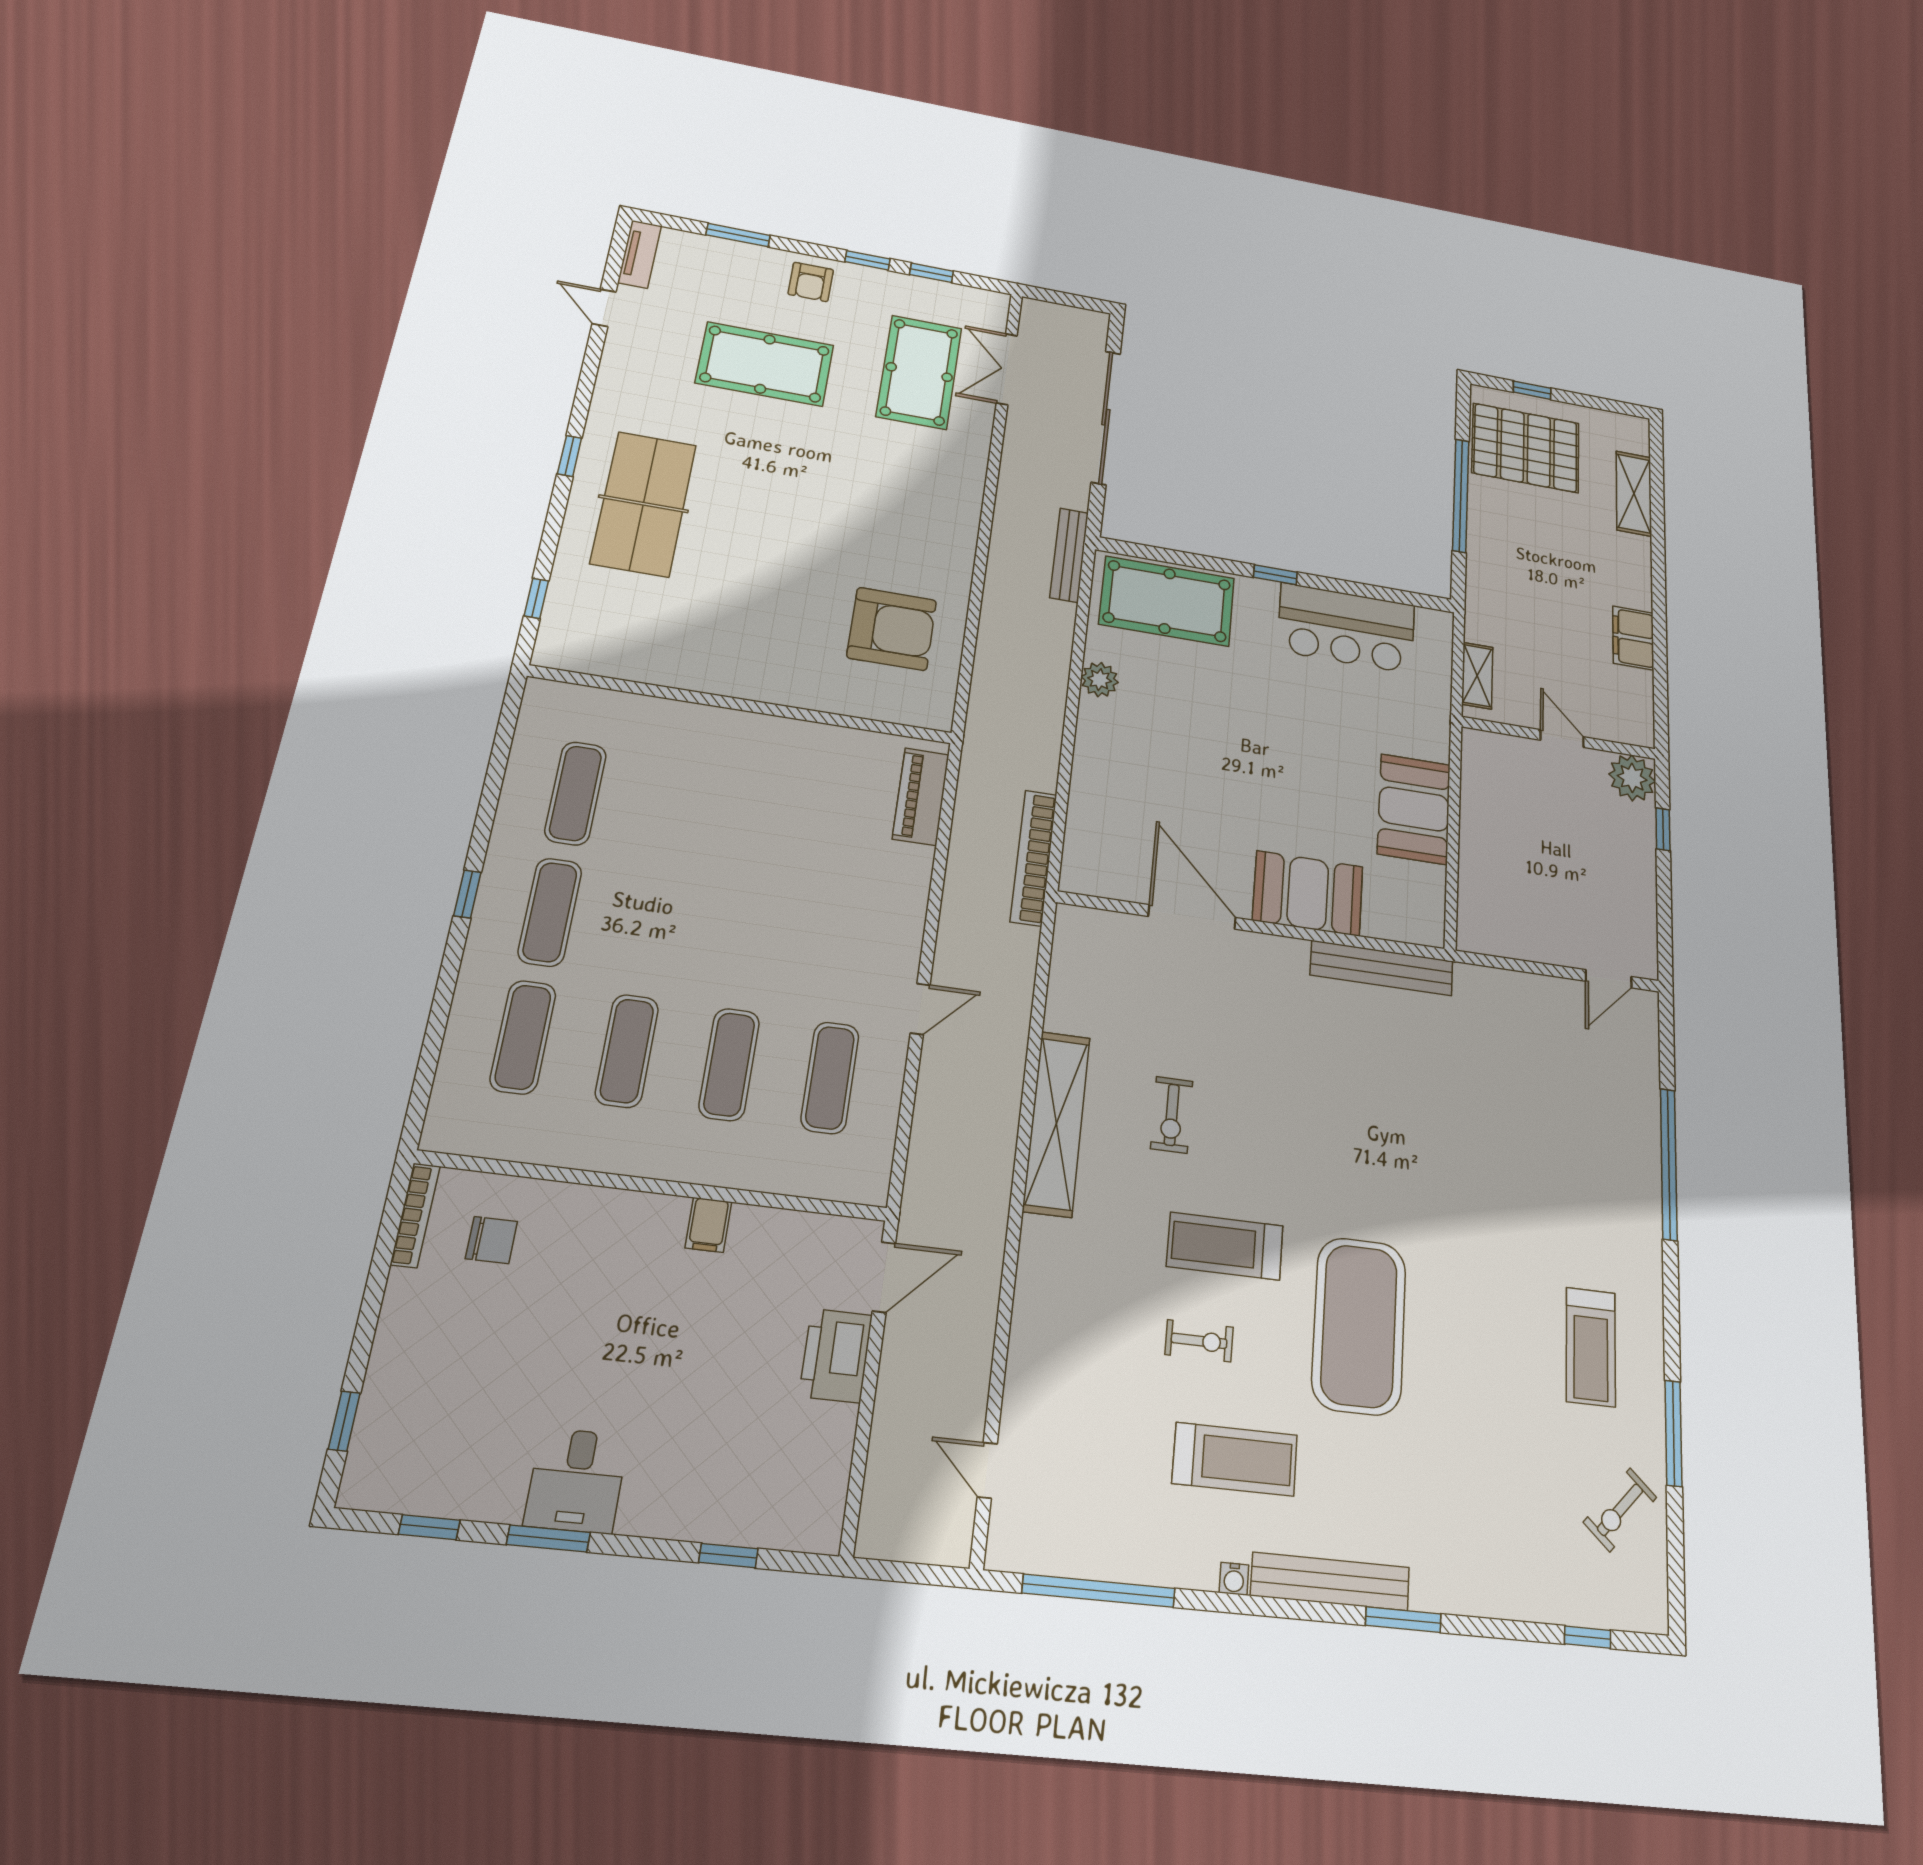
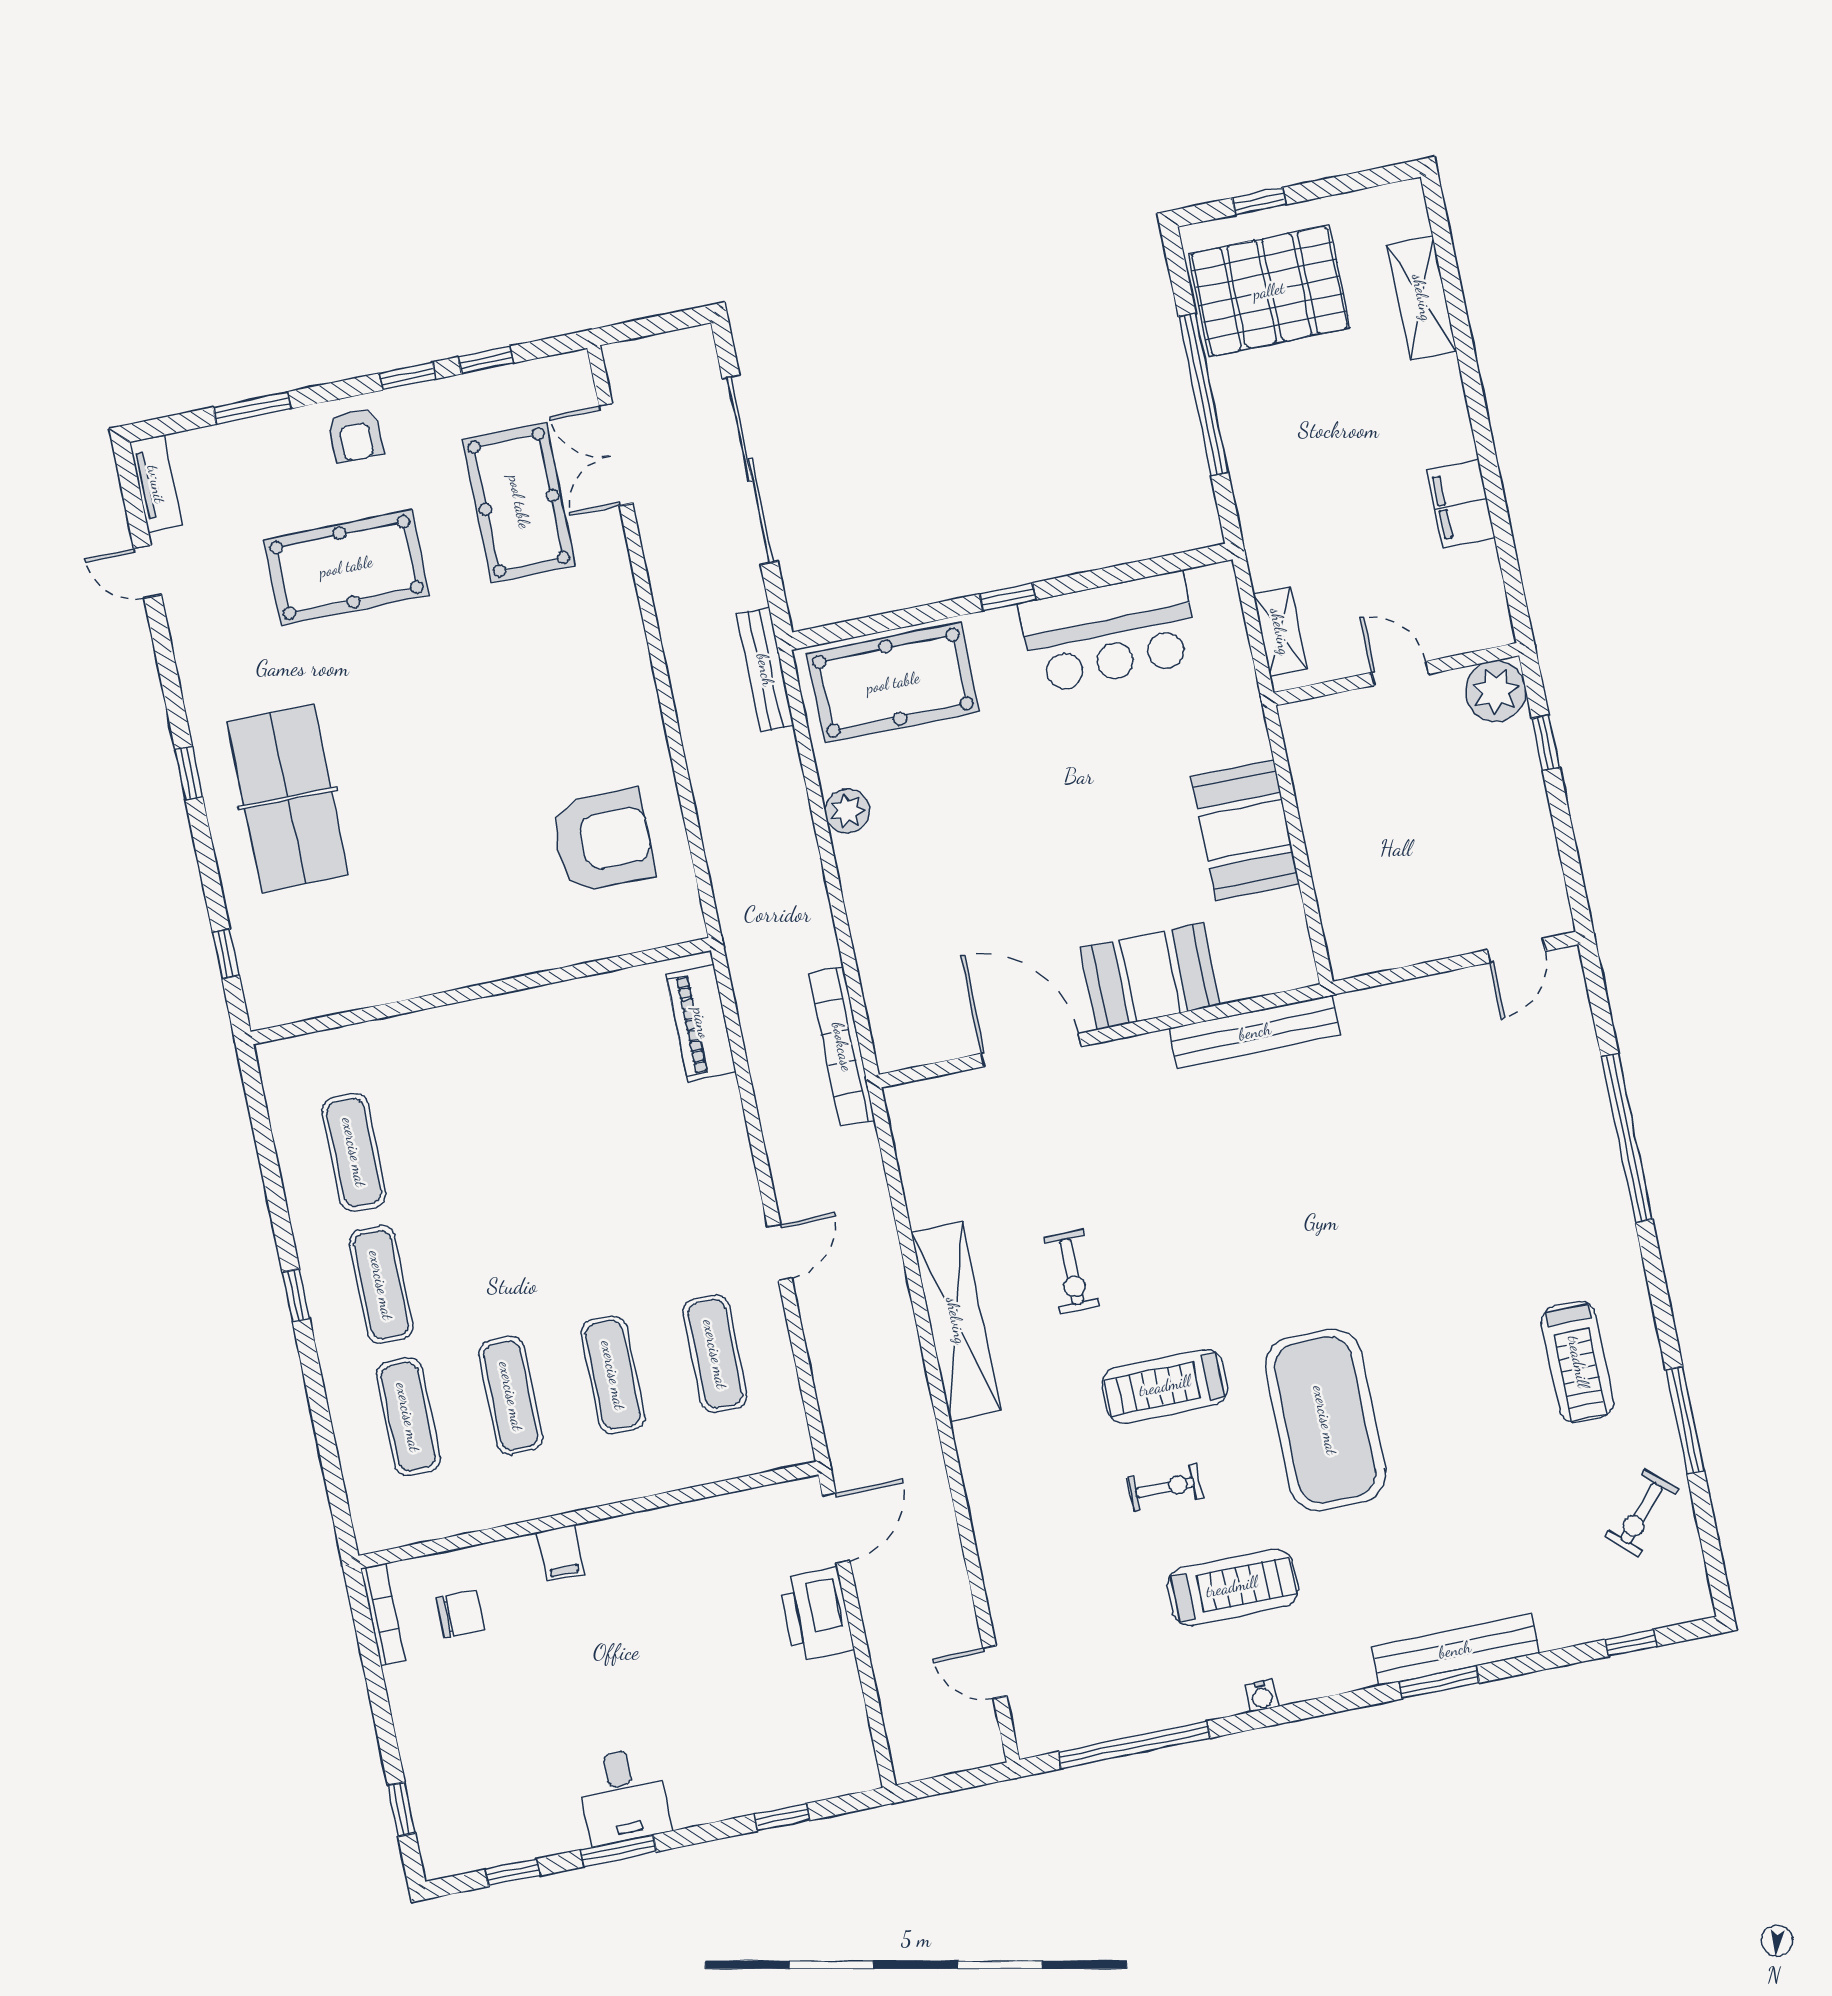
filing cabinet: (708, 1225) -> (561, 1553), moved
bench: (1330, 1581) -> (1455, 1650), moved

